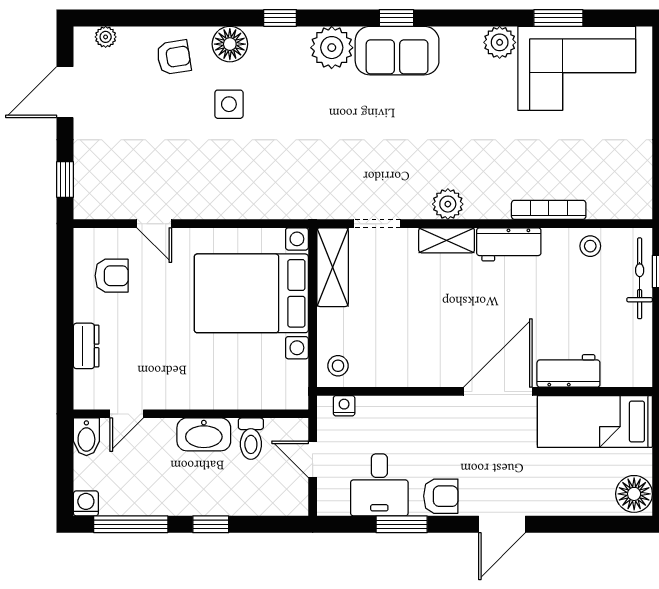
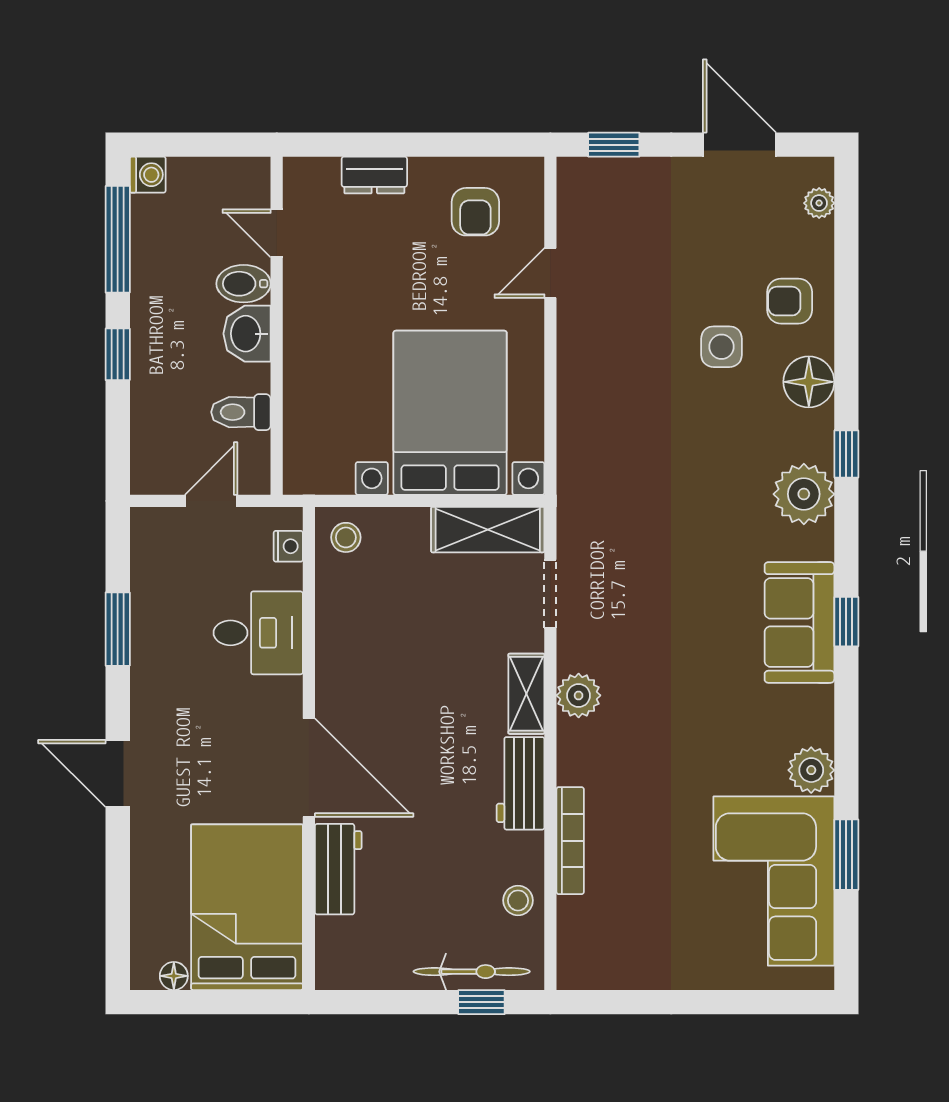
plant: (332, 48) -> (804, 494), moved
armchair: (174, 57) -> (790, 301), turned 99
side table: (229, 104) -> (721, 347), moved
bed: (595, 421) -> (247, 907), width x1.50
washbasin: (204, 434) -> (247, 334), width x0.72
bidet: (86, 437) -> (244, 284), moved
desk: (379, 485) -> (258, 633), moved, turned 180
floor lamp: (634, 494) -> (174, 976), width x0.53, depth x0.53
armchair: (441, 496) -> (158, 685), removed

